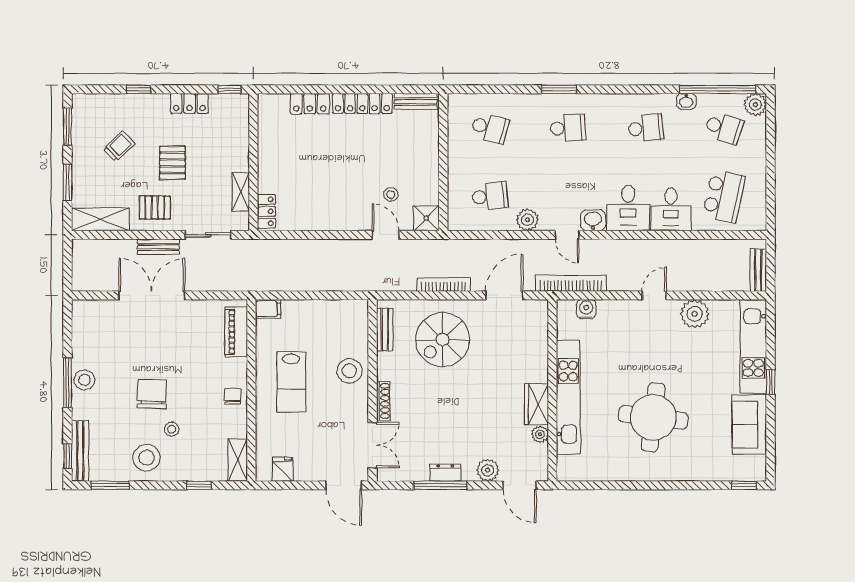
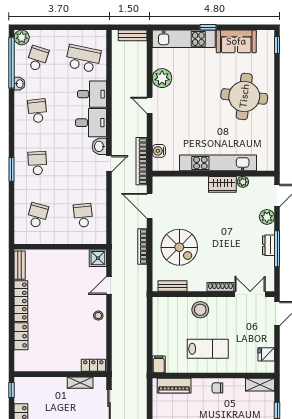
stool: (391, 195) -> (98, 316), moved
plant: (527, 220) -> (99, 190), removed
round table: (653, 417) -> (244, 96), moved

